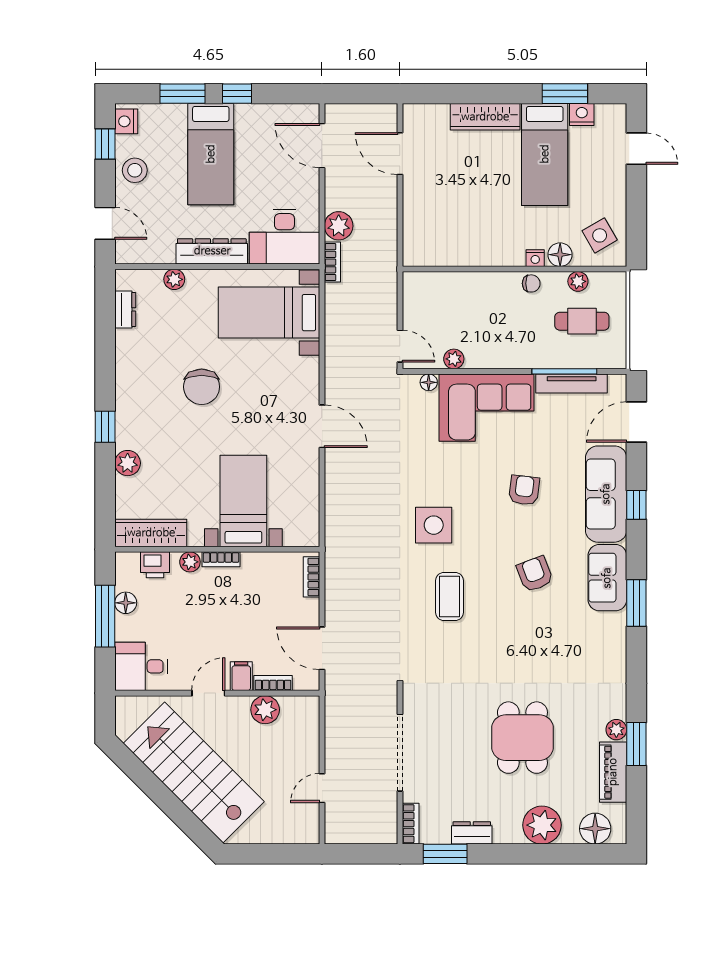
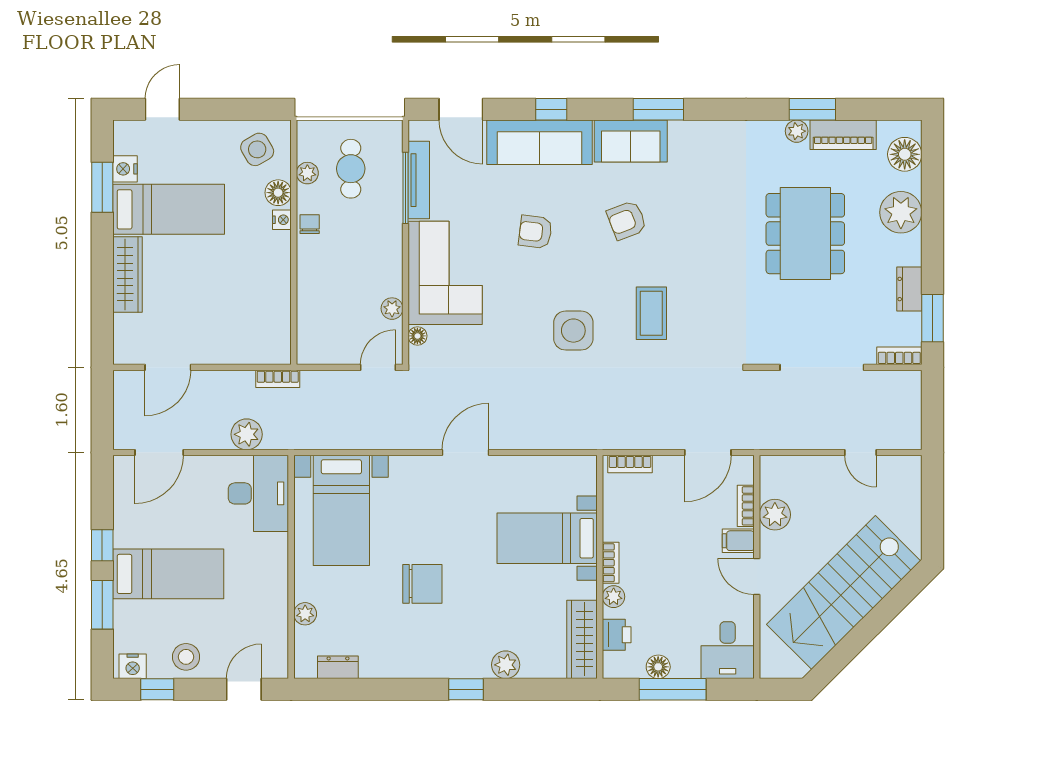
dresser: (212, 251) -> (275, 573), removed
bookcase: (332, 262) -> (278, 379), moved, turned 180
coffee table: (450, 597) -> (651, 313), turned 90
dining table: (522, 738) -> (805, 234), width x1.38

